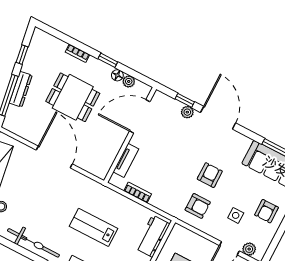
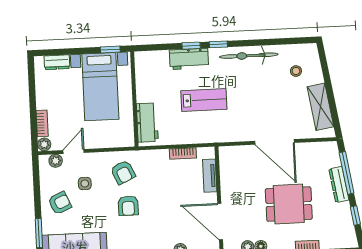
door: (140, 116) -> (220, 222), swing flipped
armchair: (198, 206) -> (123, 172), turned -115
armchair: (266, 211) -> (60, 203), turned 66

